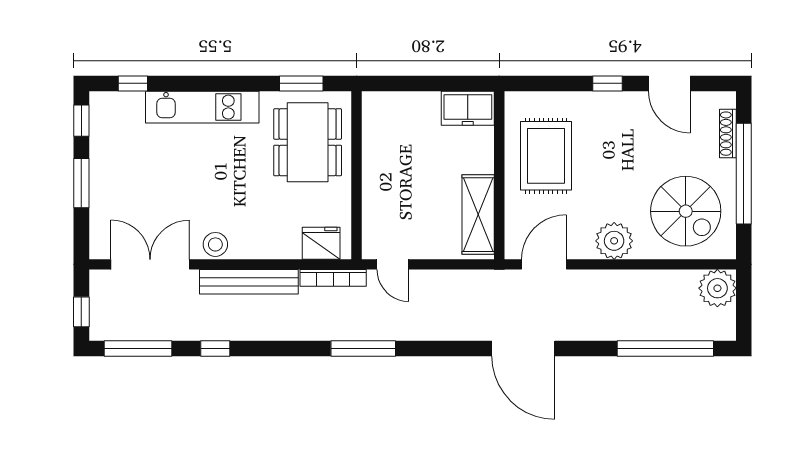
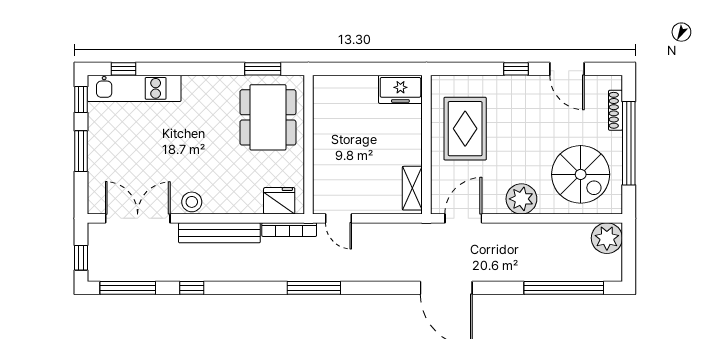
kitchen unit: (202, 107) -> (134, 88), moved
shelving: (478, 215) -> (412, 188), width x0.67, depth x0.75

